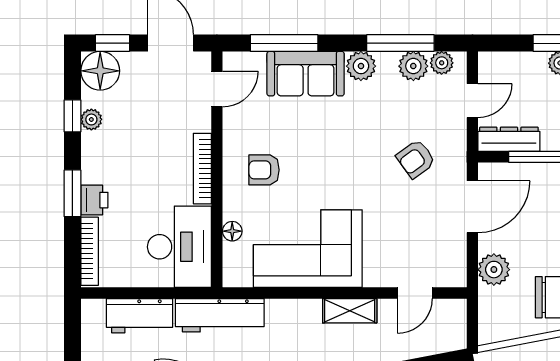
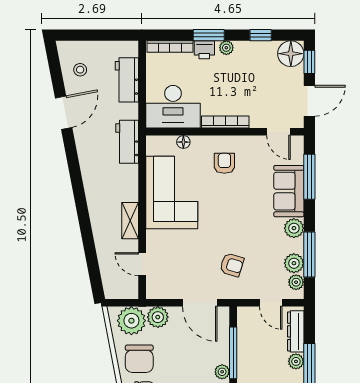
plant: (91, 119) -> (226, 48), moved
dresser: (509, 139) -> (296, 331), moved, turned 180
armchair: (416, 159) -> (232, 265), turned 143
plant: (499, 309) -> (131, 321), added
workbench: (220, 315) -> (127, 142), width x0.73

